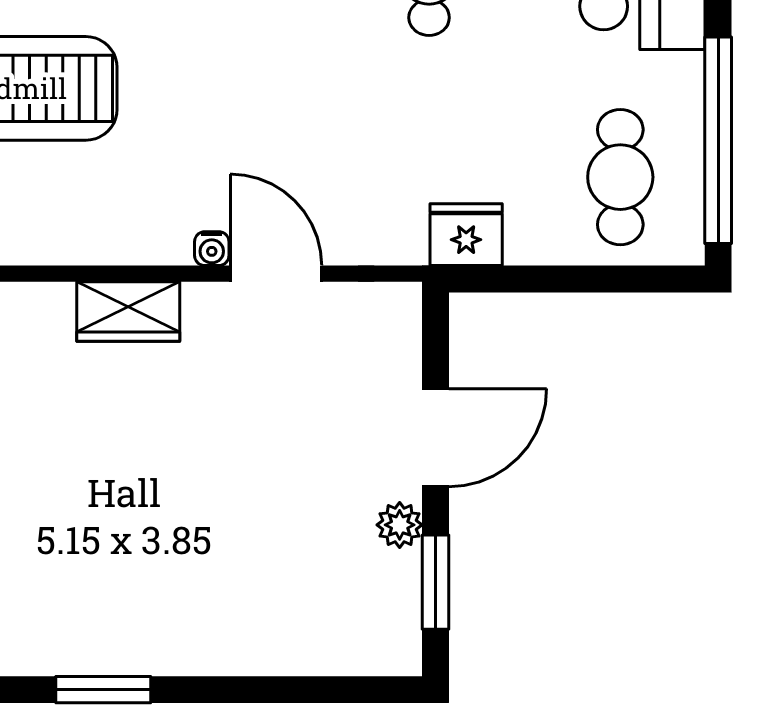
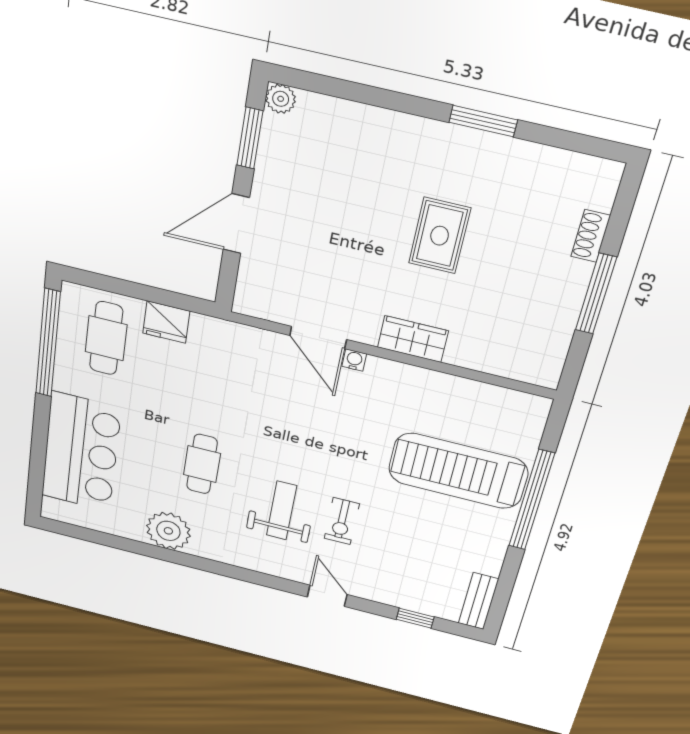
fridge: (466, 235) -> (166, 322), moved
rug: (126, 497) -> (440, 236), added
plant: (400, 525) -> (281, 99), moved

